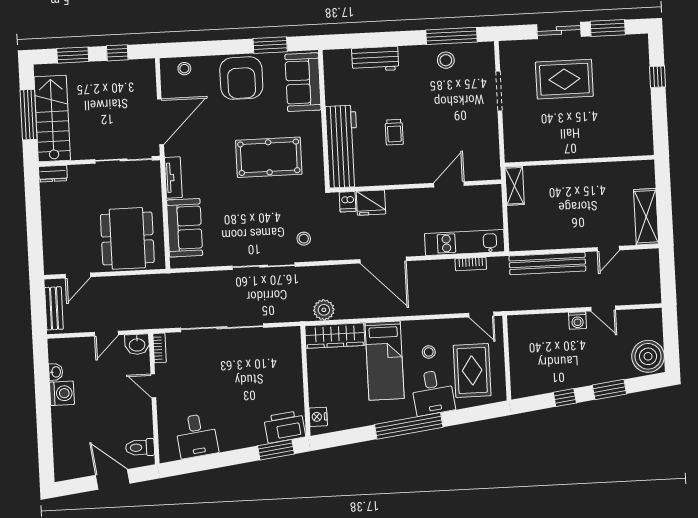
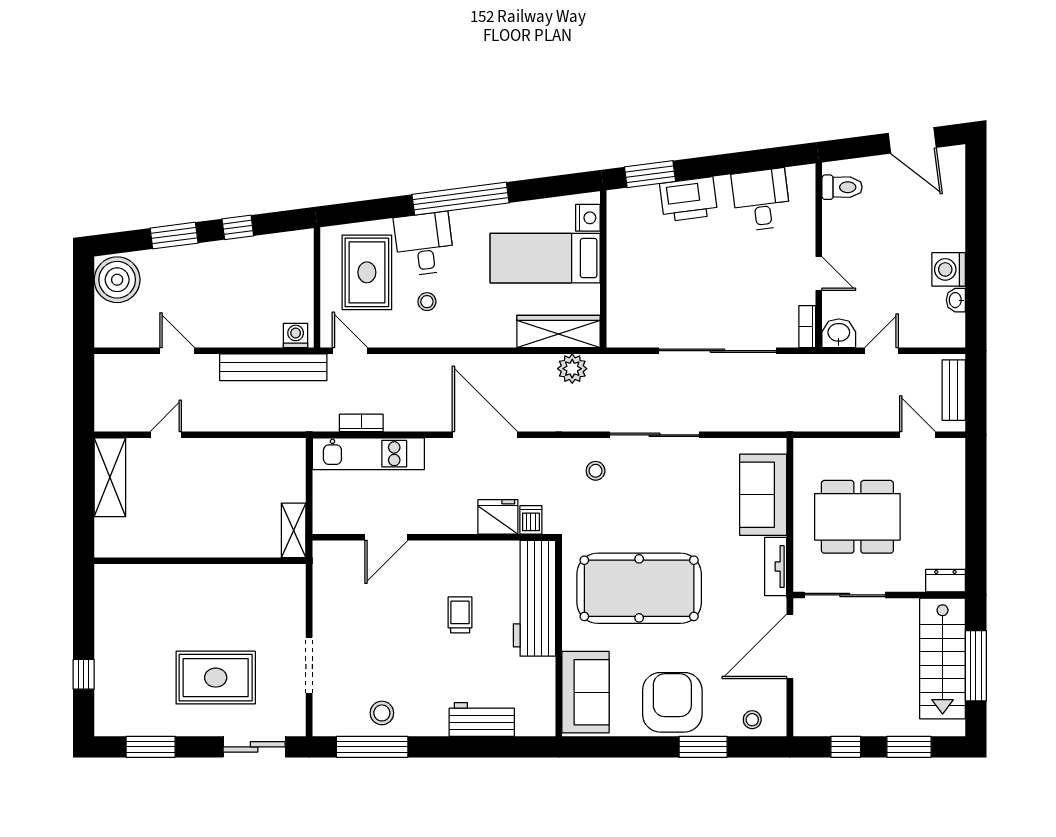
sliding door: (559, 30) -> (254, 747), moved
window: (270, 45) -> (703, 747), moved
pool table: (269, 157) -> (639, 588), width x1.36, depth x1.32
dining table: (127, 238) -> (857, 517), moved, turned 90
bench: (547, 263) -> (273, 367), moved
door: (78, 276) -> (917, 435), hinge flipped
washing machine: (577, 321) -> (296, 335), moved
bed: (385, 361) -> (545, 258), moved, turned -90
printer: (285, 427) -> (689, 199), moved
door: (113, 479) -> (912, 140), moved

